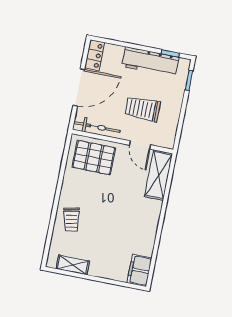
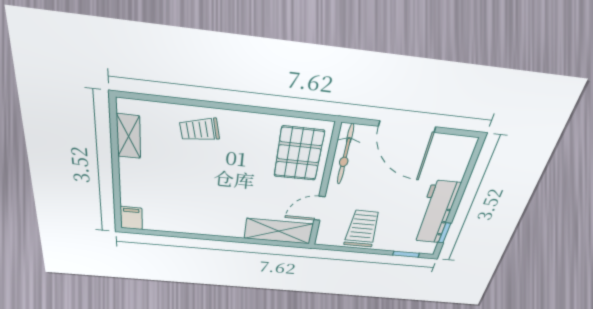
locker: (95, 55) -> (454, 145), removed
trolley: (143, 109) -> (362, 229), moved
filing cabinet: (139, 270) -> (131, 218), width x0.50

